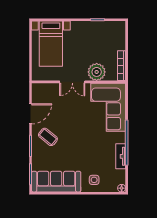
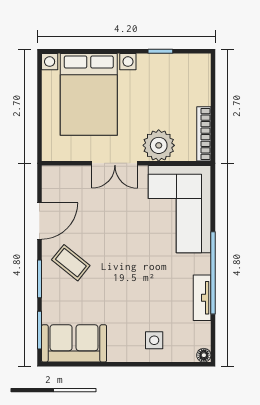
bed with nightstands: (51, 44) -> (89, 94), width x1.36
sofa: (56, 182) -> (74, 343), width x0.73

